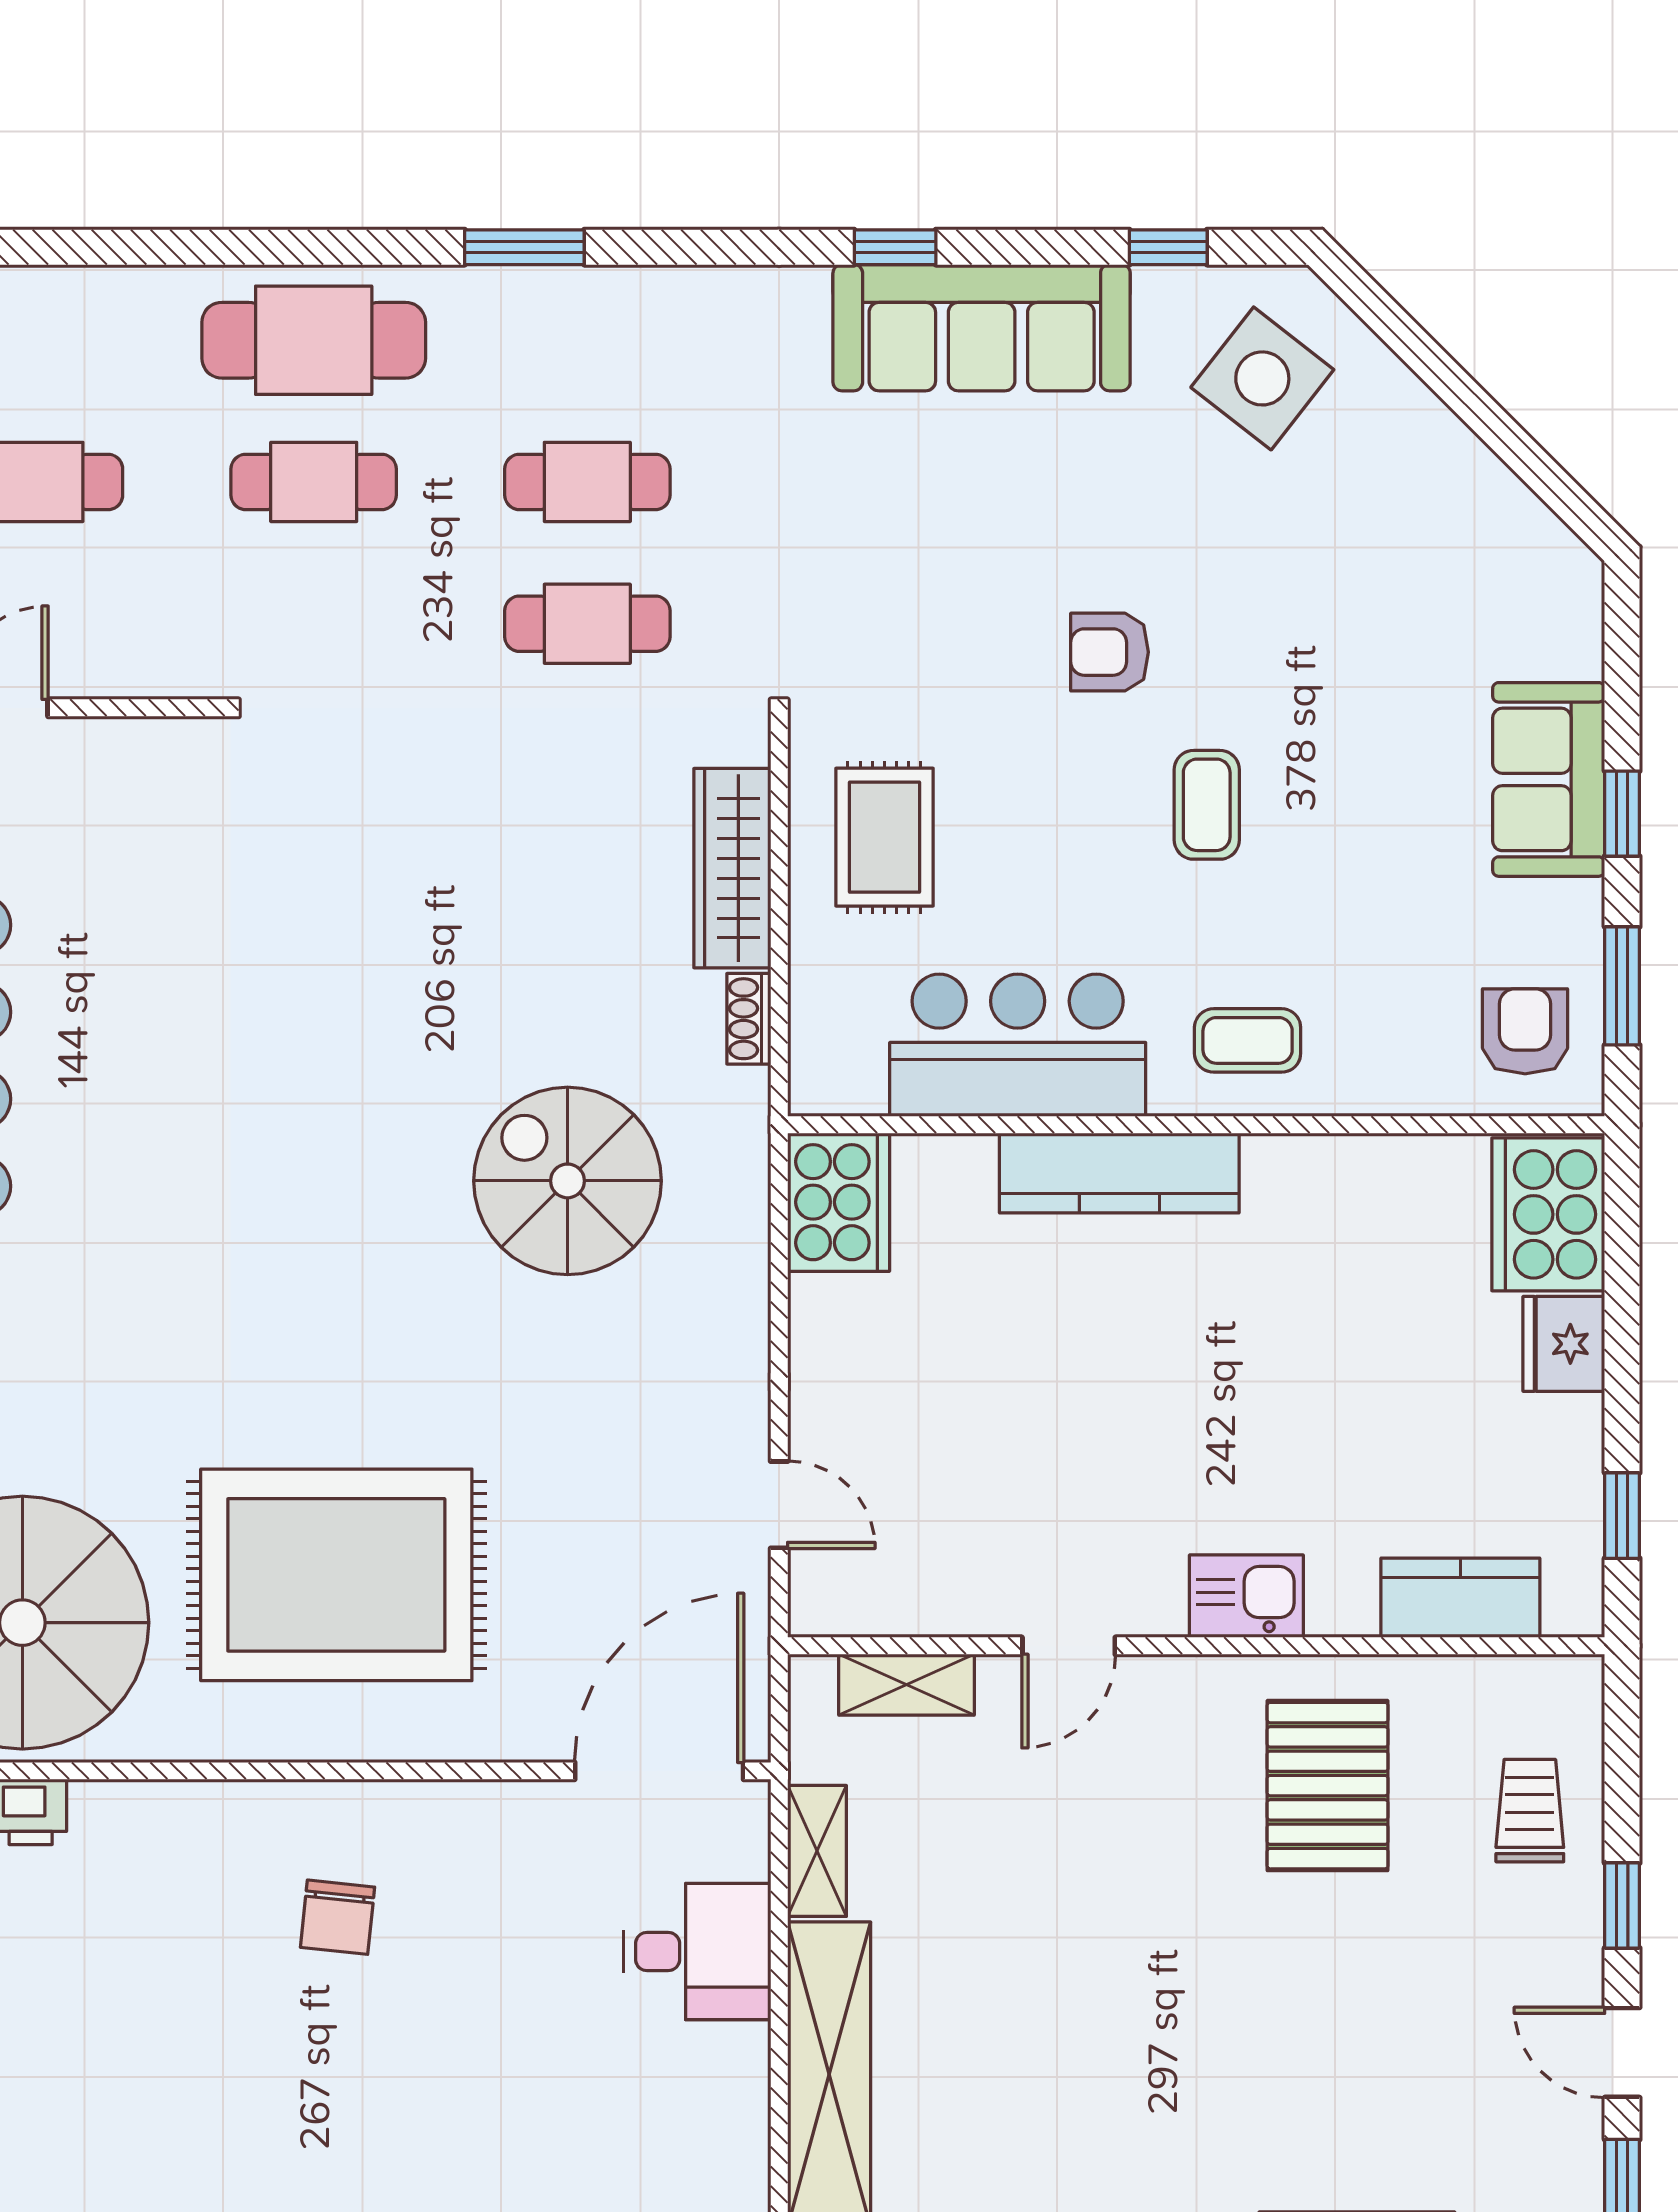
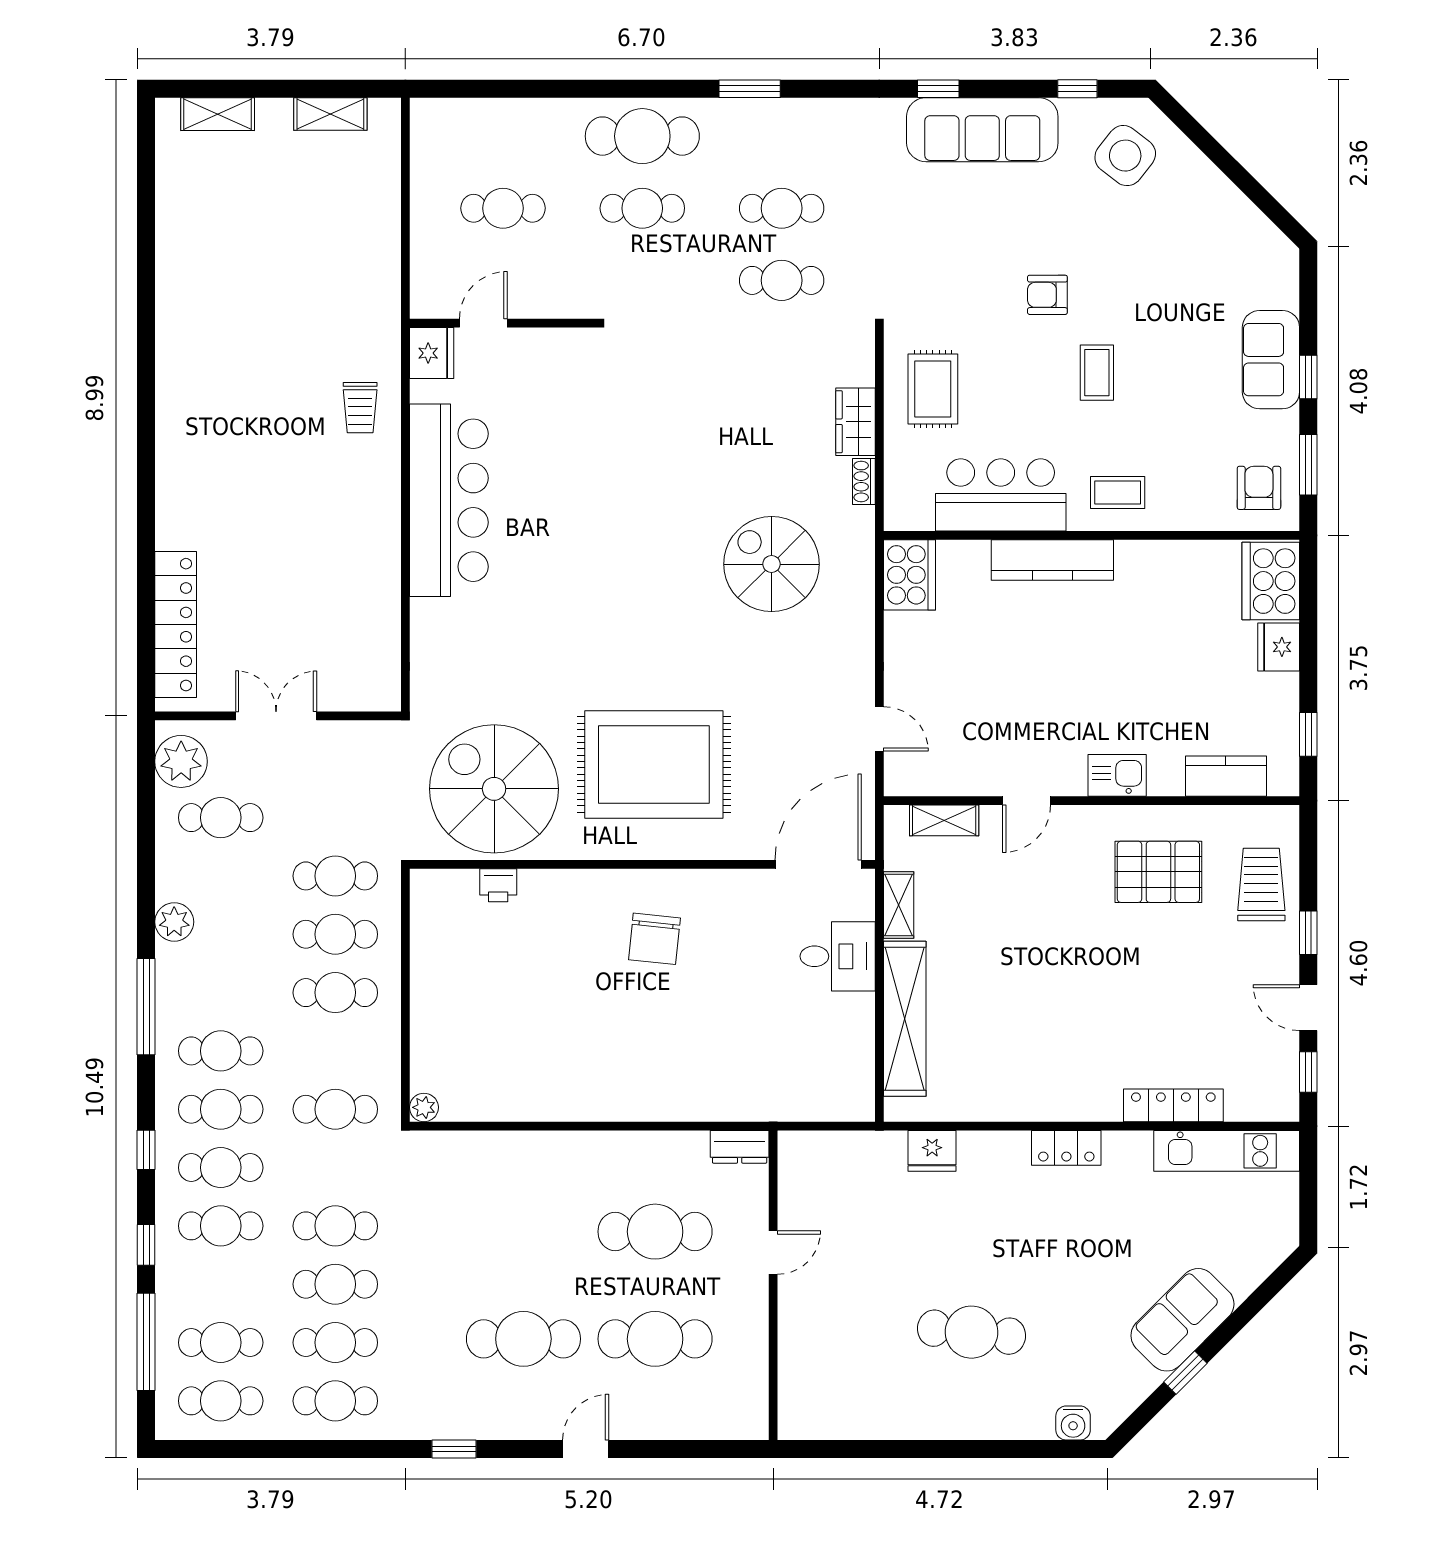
wardrobe: (732, 868) -> (855, 422), width x0.67
pallet: (1328, 1786) -> (1158, 872), turned 90
trolley: (1530, 1811) -> (1261, 885), width x1.36, depth x1.39
chair: (338, 1917) -> (654, 939), width x1.37, depth x1.37

